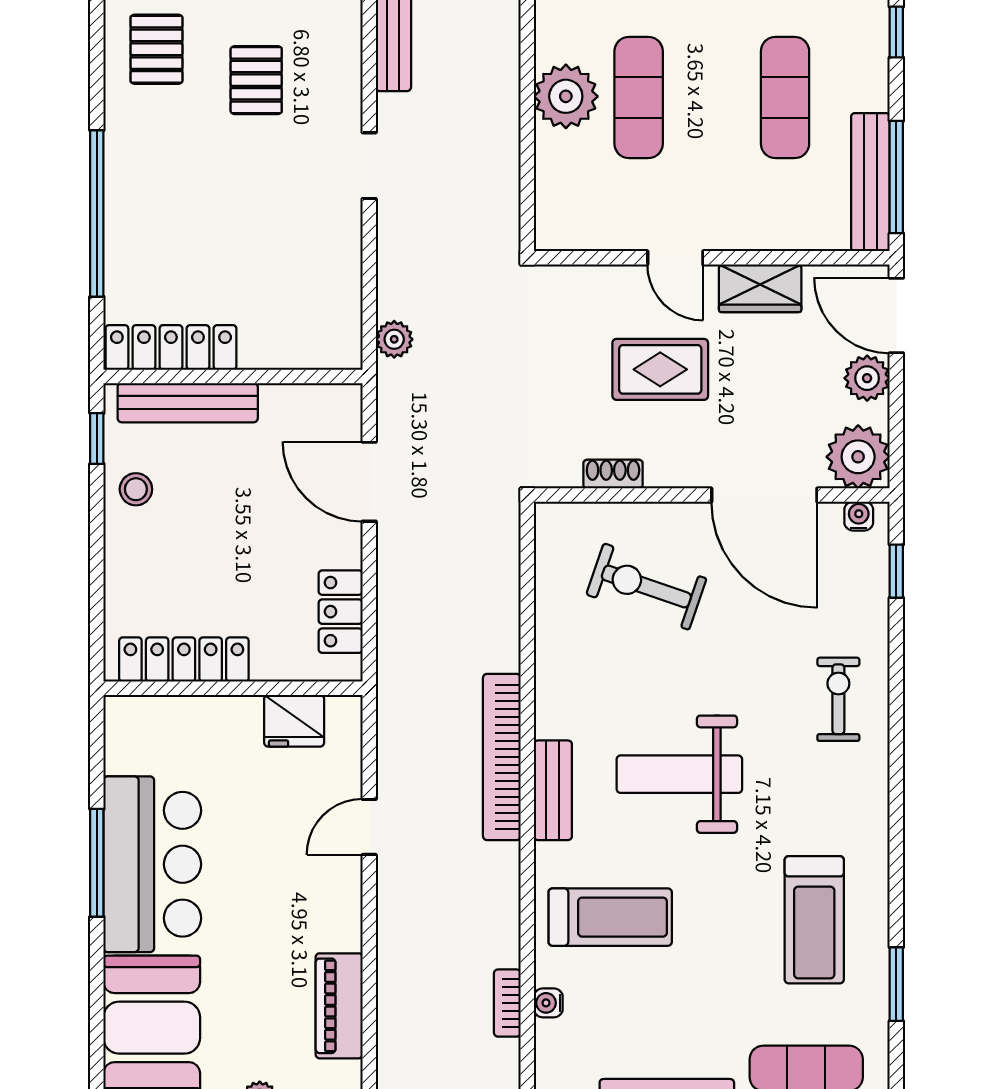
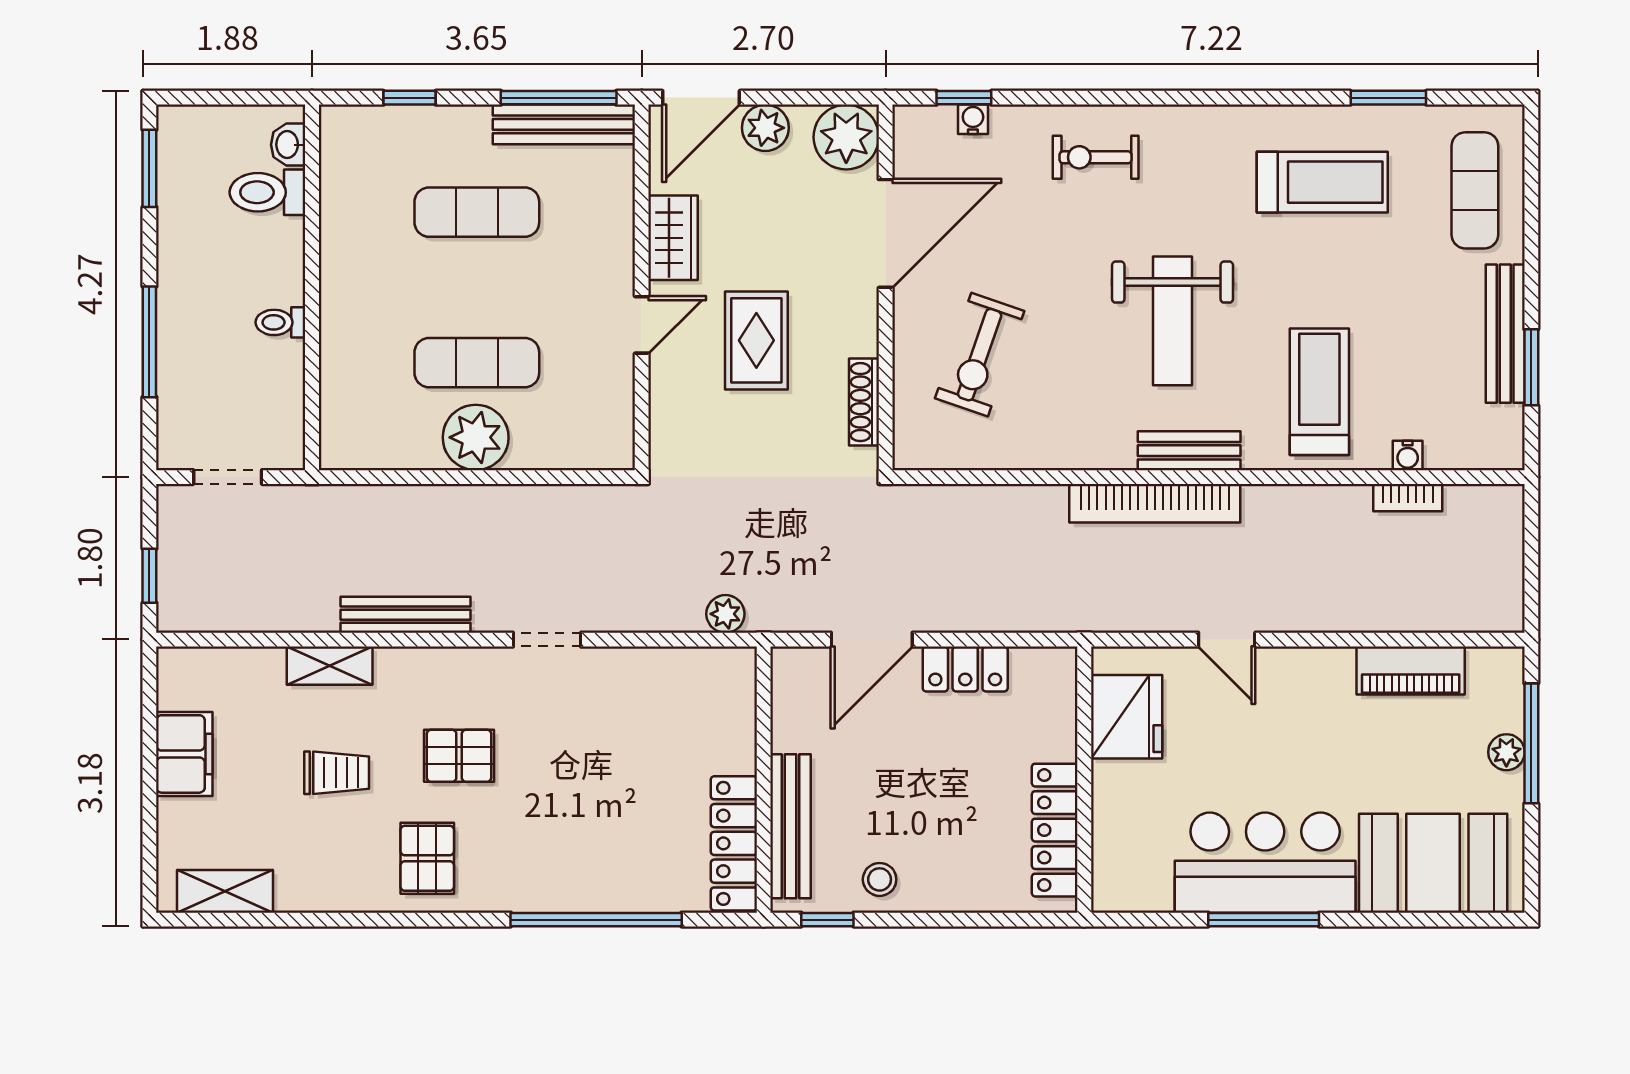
pallet: (156, 49) -> (427, 858), turned 90
shoe rack: (613, 474) -> (864, 402), width x1.43
water cooler: (859, 516) -> (973, 119), moved, turned 90
locker: (341, 612) -> (965, 669), moved
fridge: (294, 721) -> (1127, 717), width x1.36, depth x1.34

